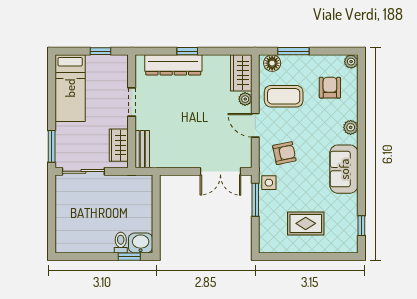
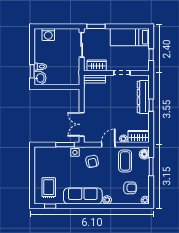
sofa: (344, 169) -> (83, 196), width x1.36
rug: (306, 223) -> (49, 187), moved
washing machine: (65, 229) -> (48, 34), added

